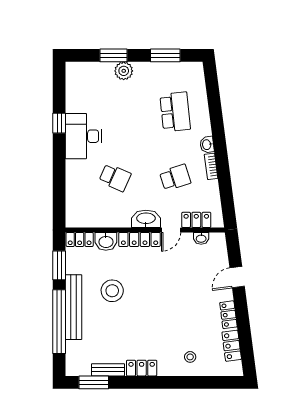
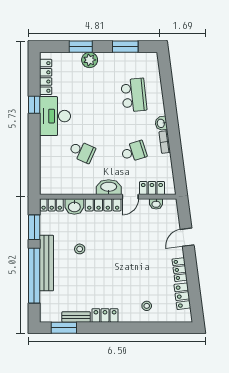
locker: (73, 91) -> (46, 77), added
stool: (112, 291) -> (80, 249), width x0.53, depth x0.53

